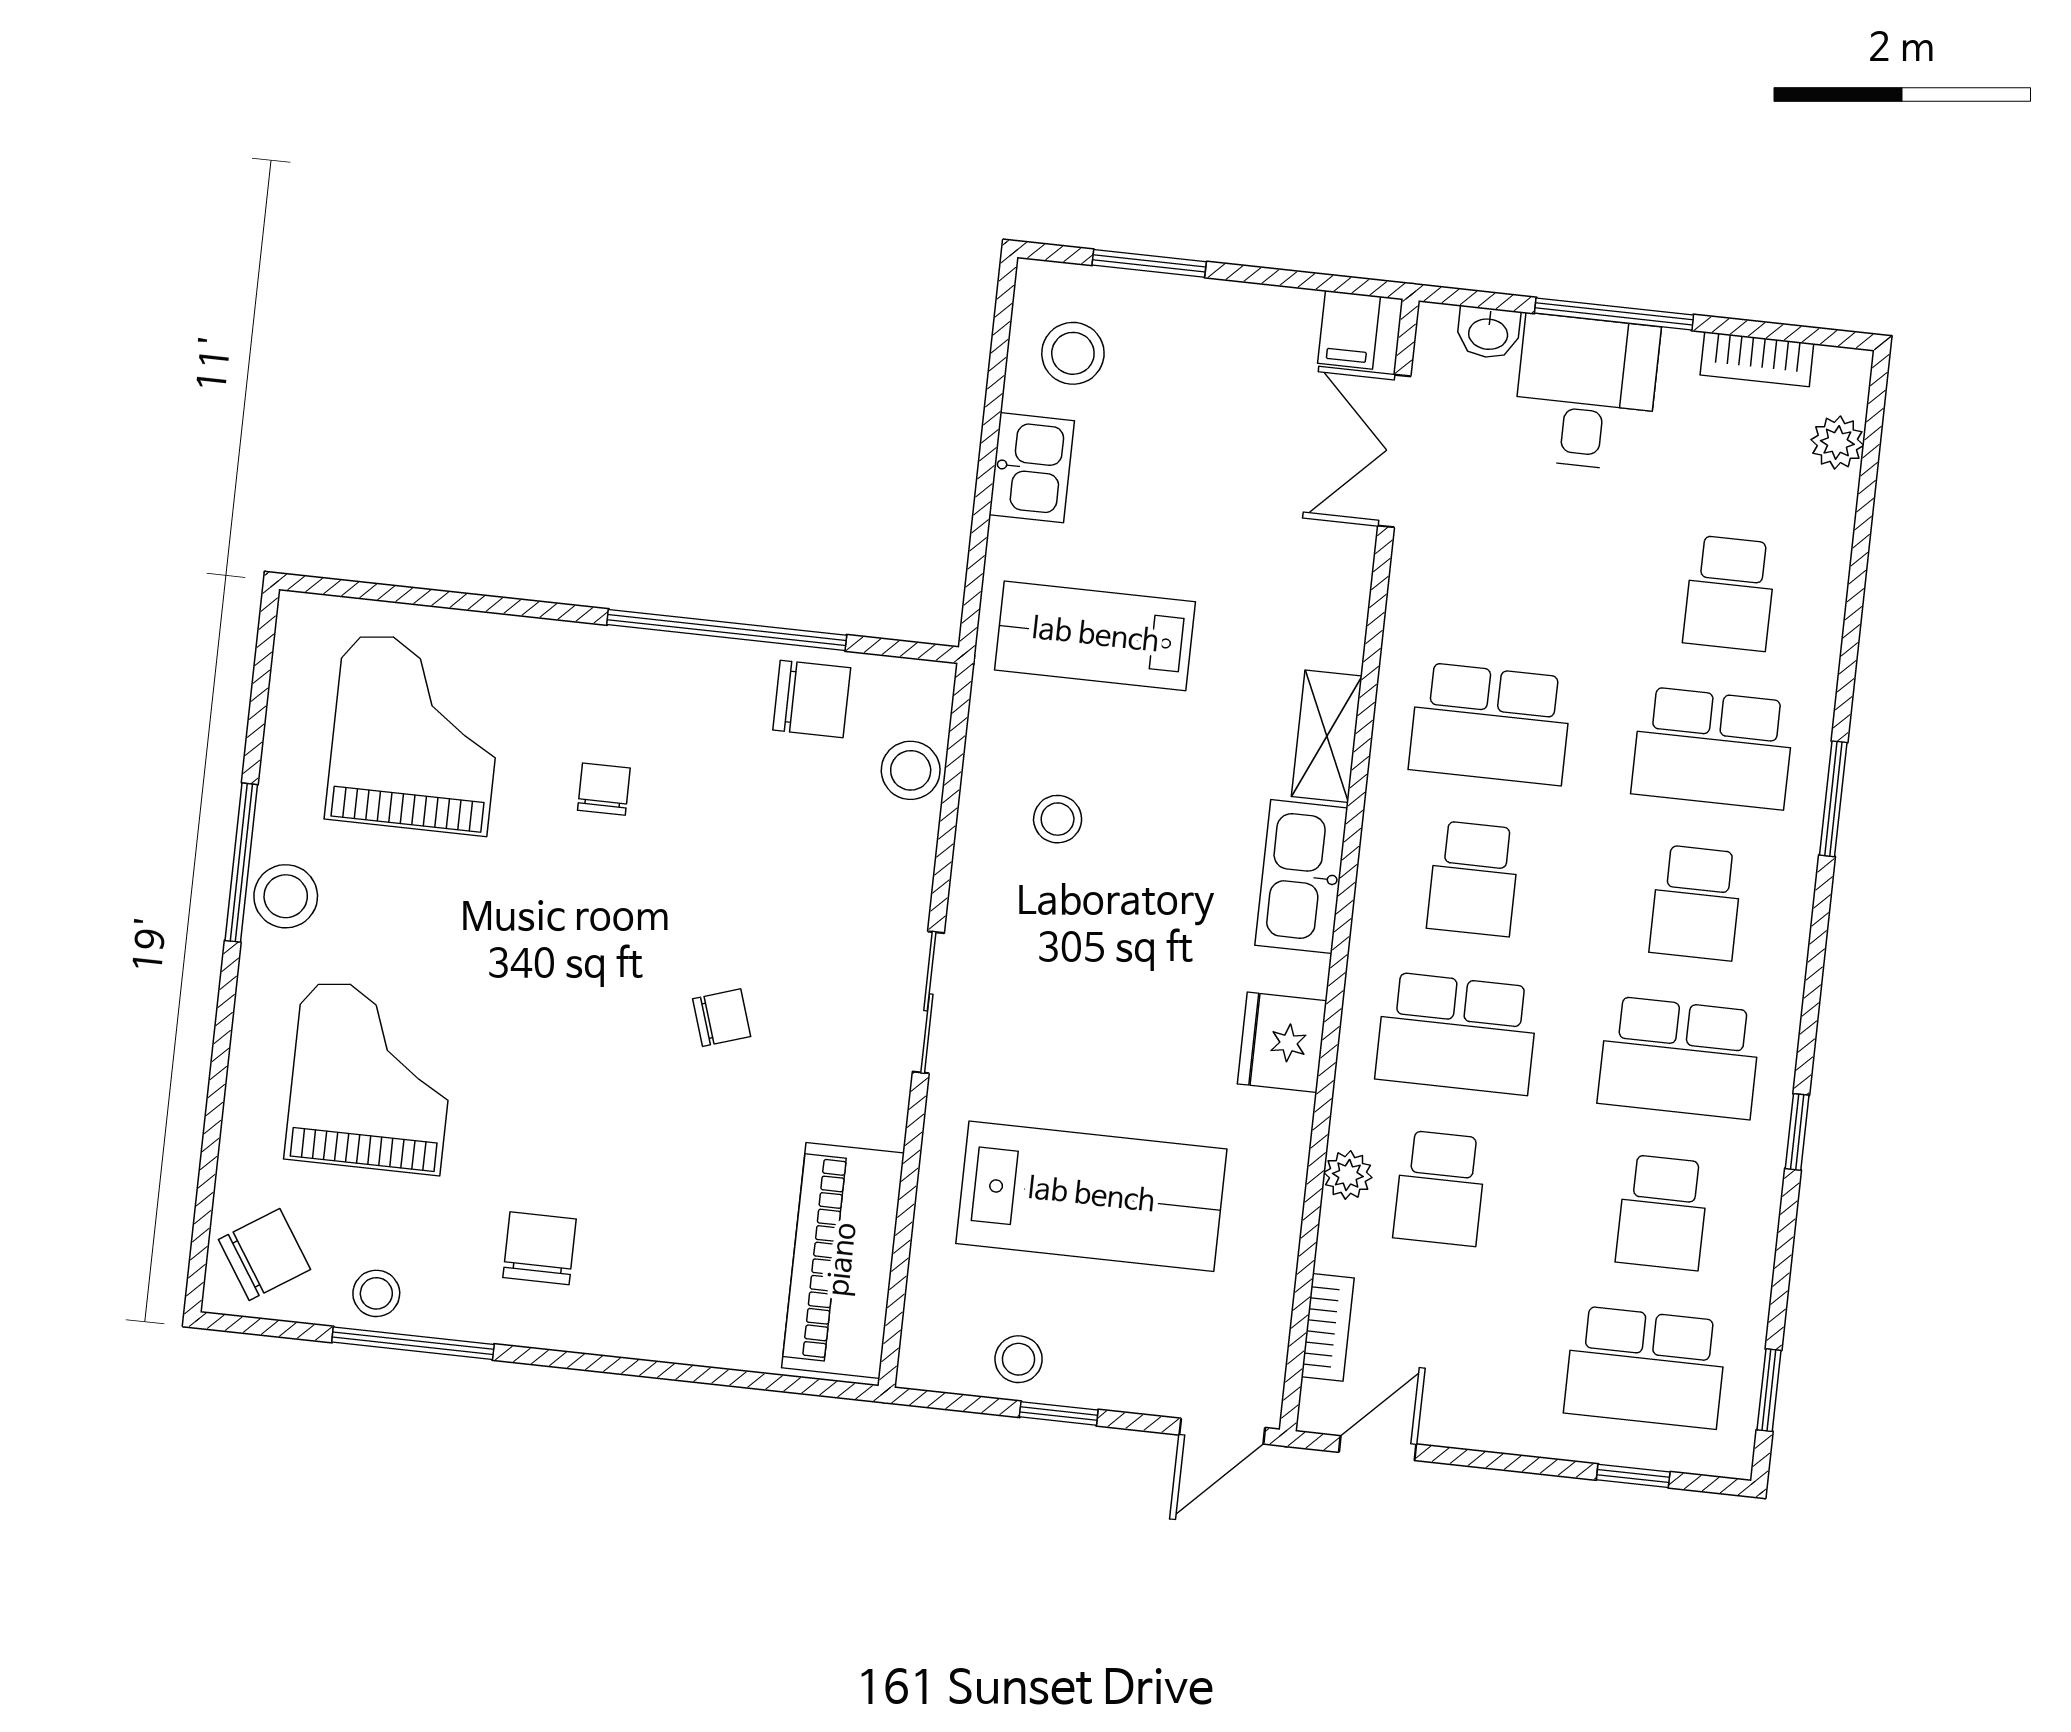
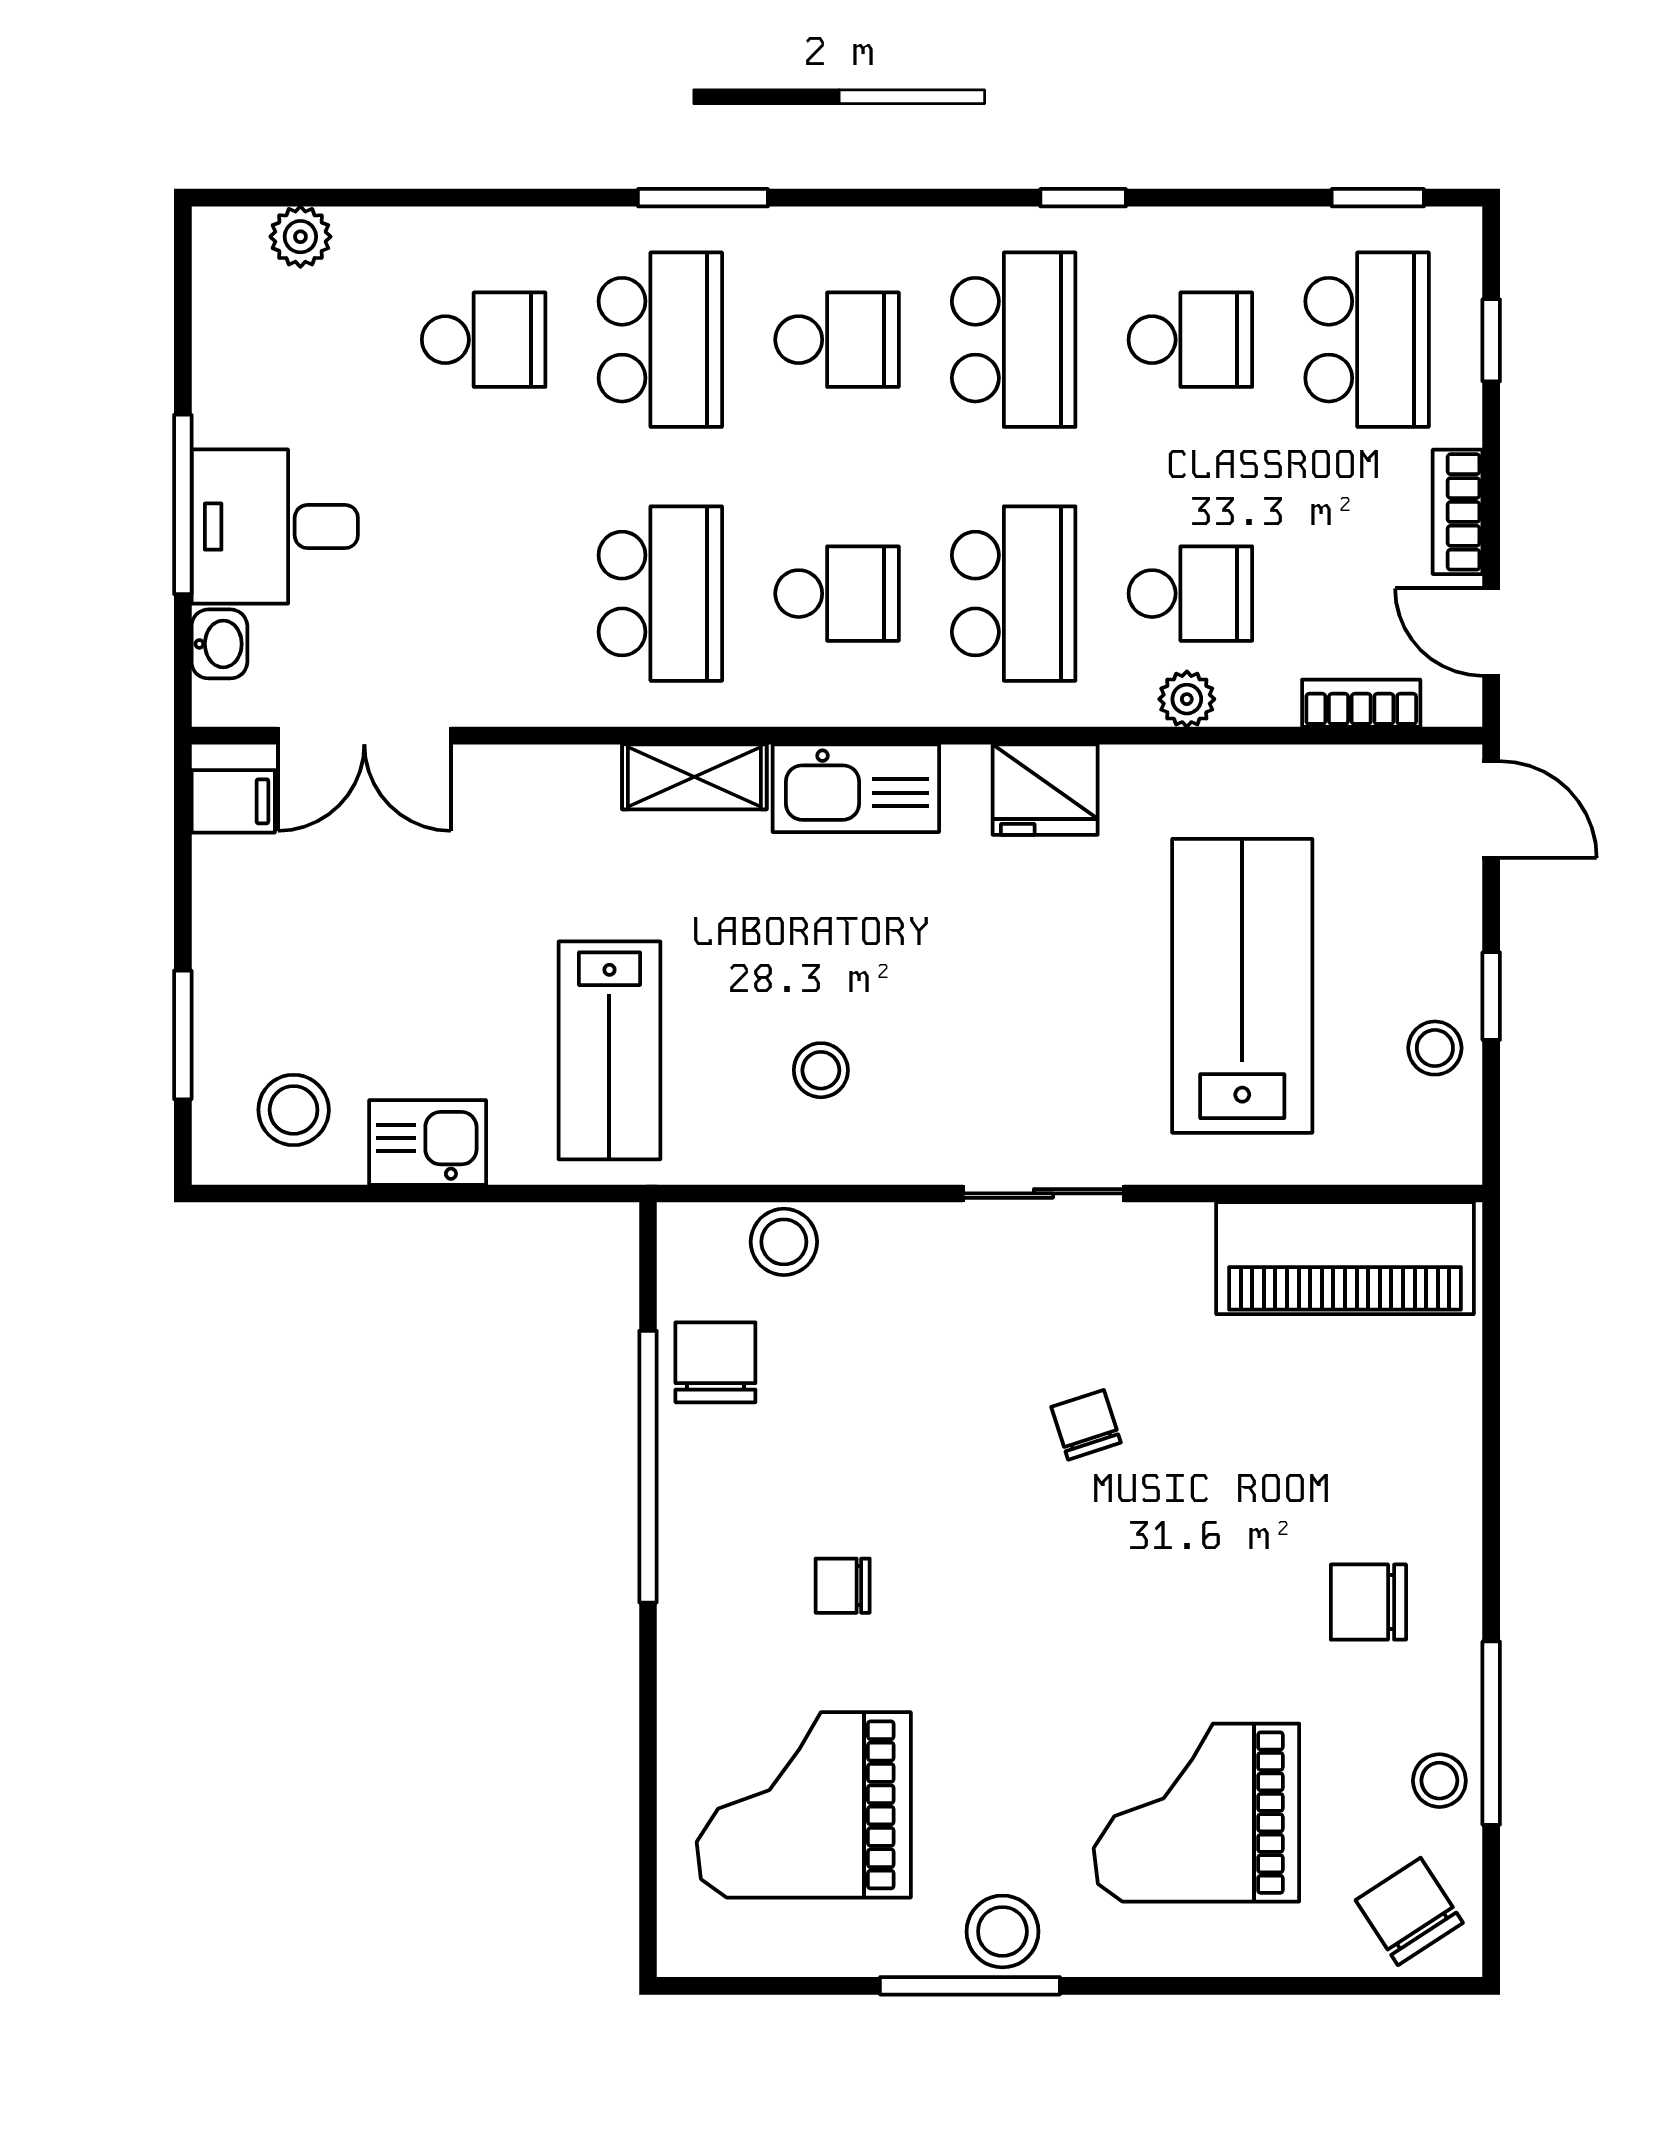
bookcase: (1757, 359) -> (1458, 512), moved, turned 180

